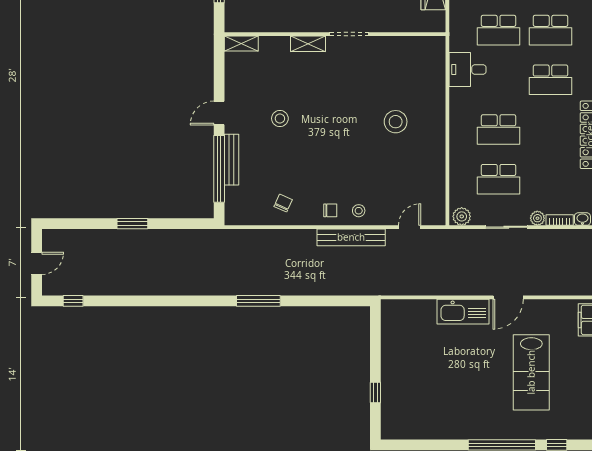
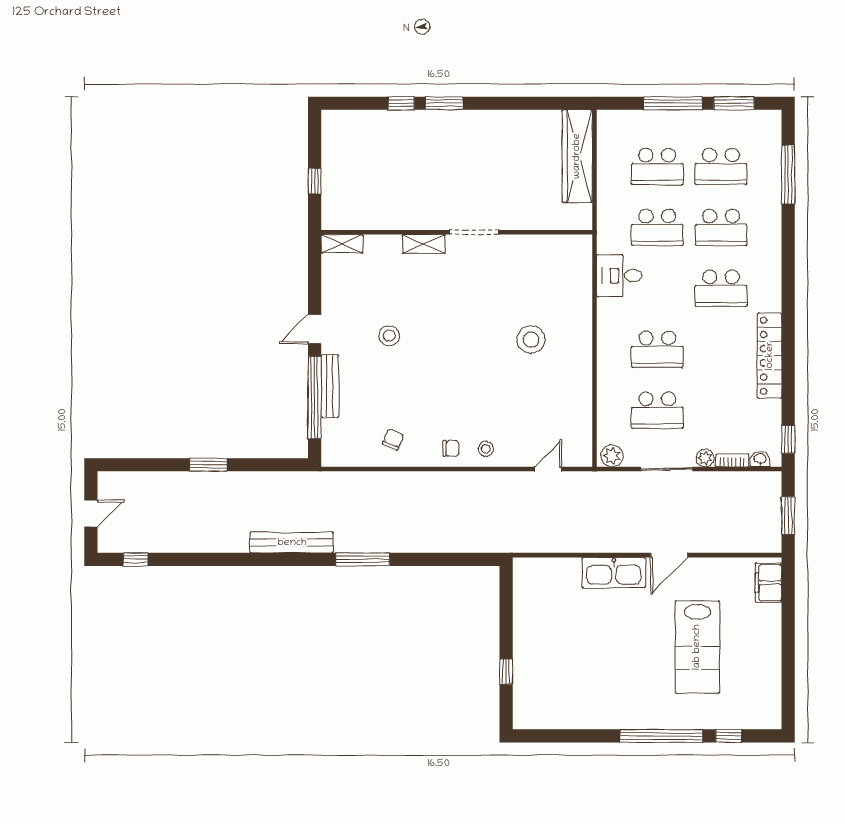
bench: (351, 237) -> (292, 543), moved

